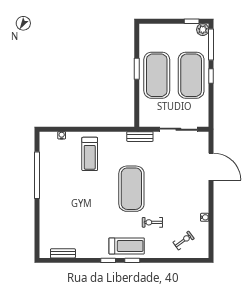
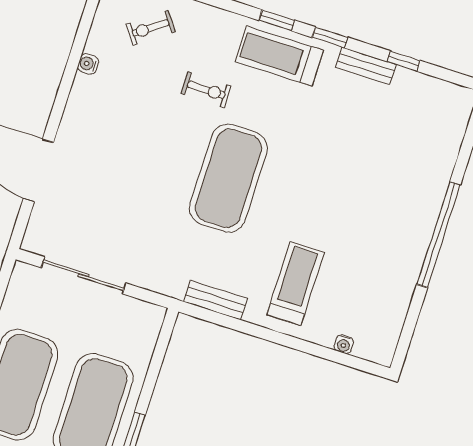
bench: (140, 137) -> (215, 300), moved
window: (37, 175) -> (439, 235), moved
bench: (63, 253) -> (366, 66), moved
window: (75, 260) -> (404, 61), added

